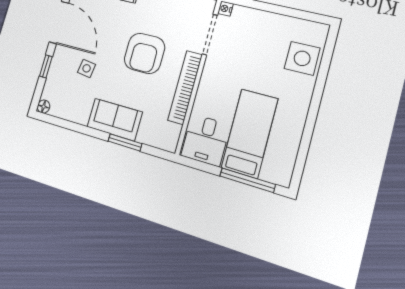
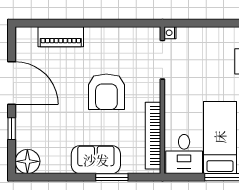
side table: (87, 68) -> (54, 120), removed
bookcase: (185, 87) -> (153, 136), moved
floor lamp: (43, 107) -> (27, 161), width x1.89, depth x1.89

